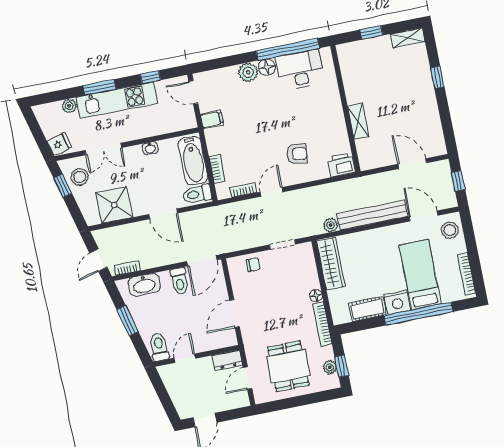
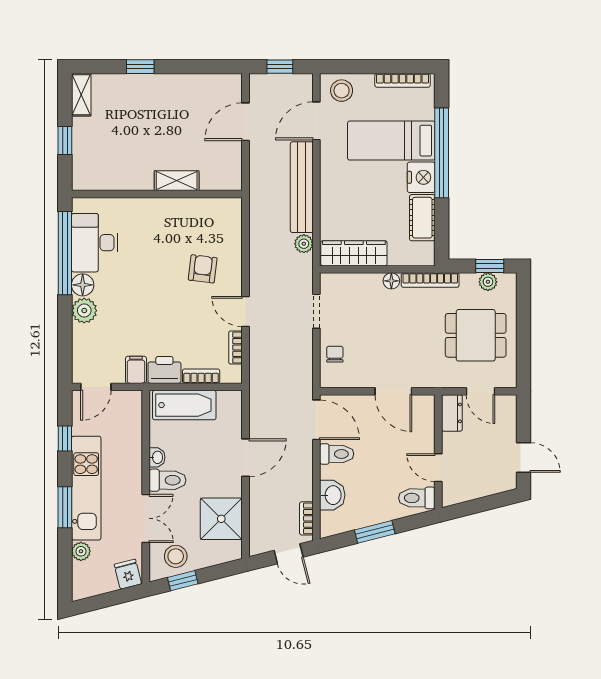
printer: (341, 165) -> (164, 370), moved, turned 90
toilet: (197, 194) -> (167, 480), moved, turned -90
washbasin: (144, 285) -> (332, 495), width x0.72

